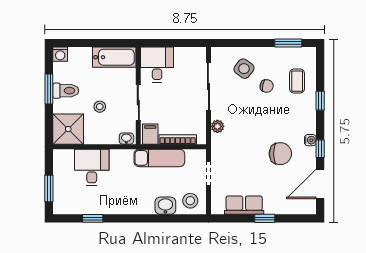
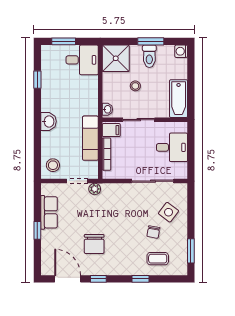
desk: (157, 65) -> (172, 147), moved
plant: (217, 126) -> (95, 189), moved
water cooler: (310, 140) -> (106, 270), removed
desk: (92, 167) -> (82, 60), moved
washbasin: (165, 206) -> (49, 121), moved

